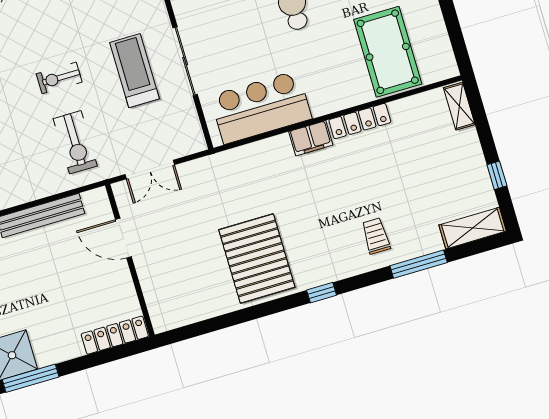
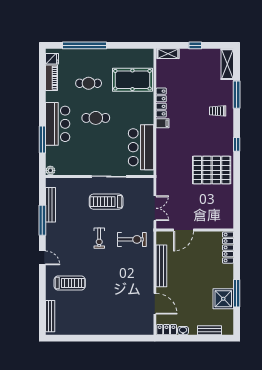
filing cabinet: (311, 138) -> (163, 123), width x0.50
window: (497, 175) -> (195, 45), moved

